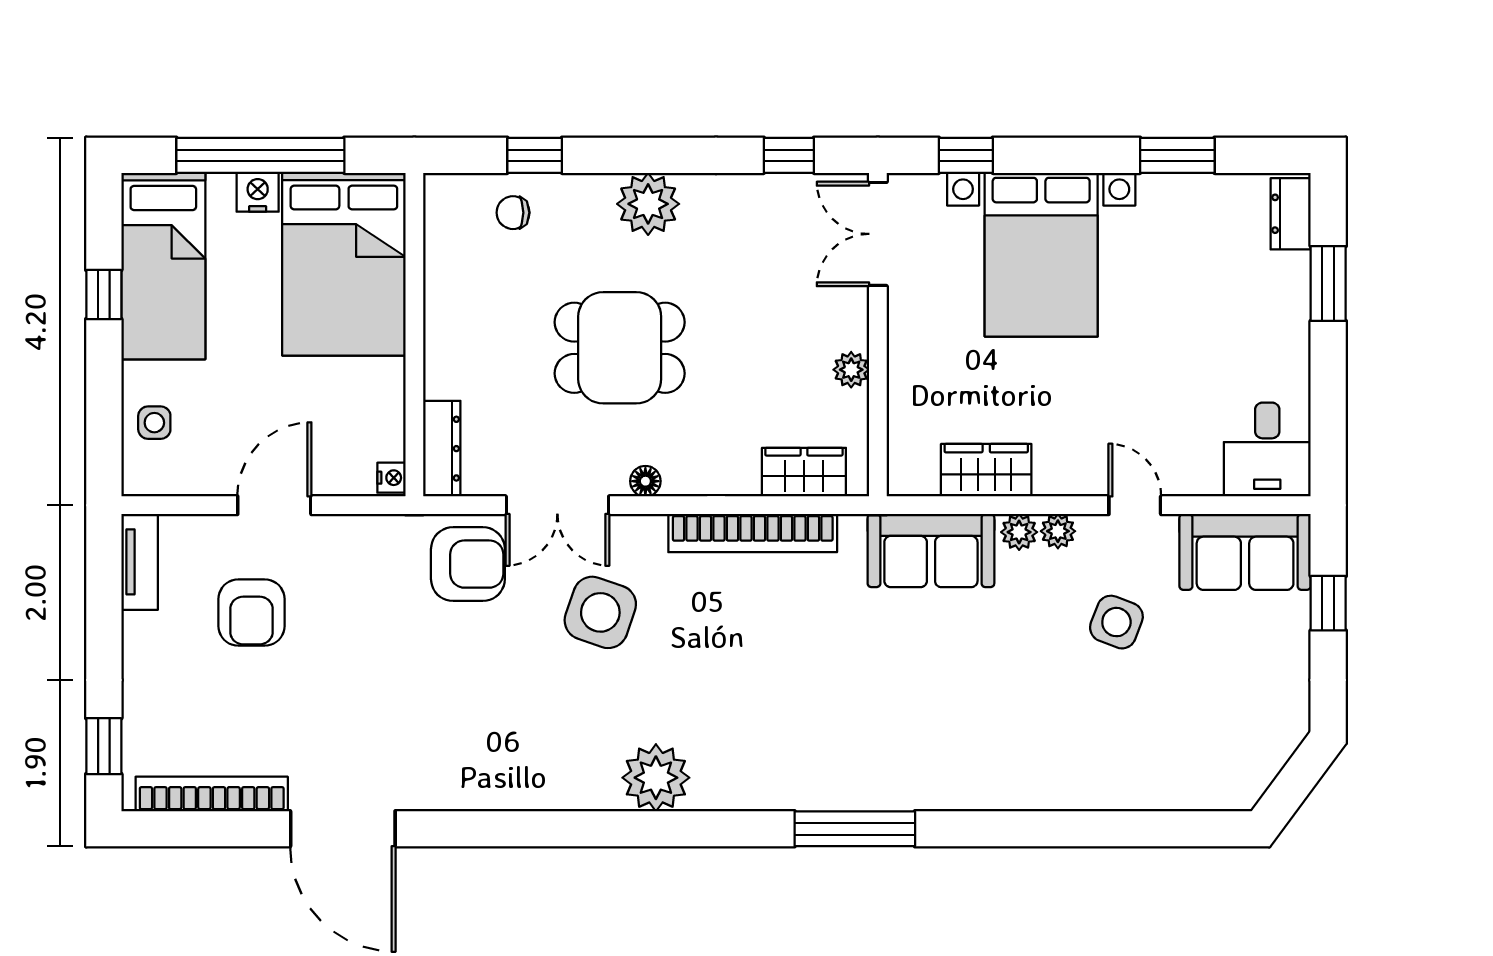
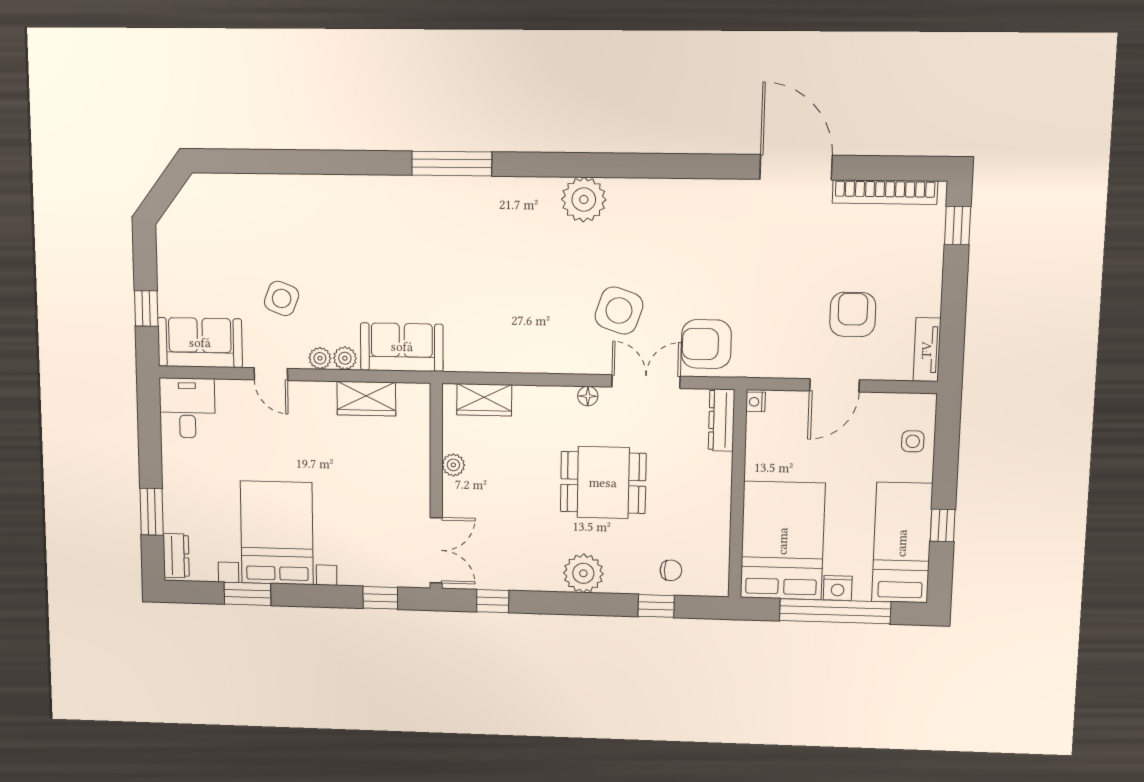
bed with nightstands: (1041, 255) -> (277, 533), moved
bookcase: (753, 533) -> (518, 361), removed

